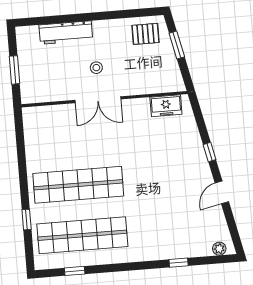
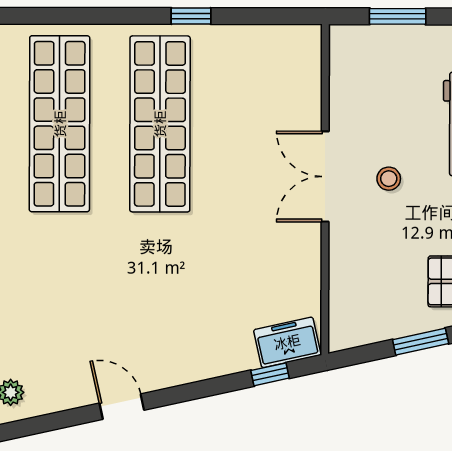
freezer: (166, 106) -> (287, 342), moved, turned 78
window: (210, 152) -> (270, 374), moved
window: (27, 220) -> (191, 16), moved

